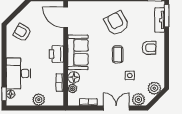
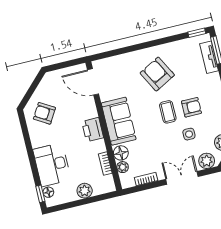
armchair: (149, 48) -> (191, 107), moved

